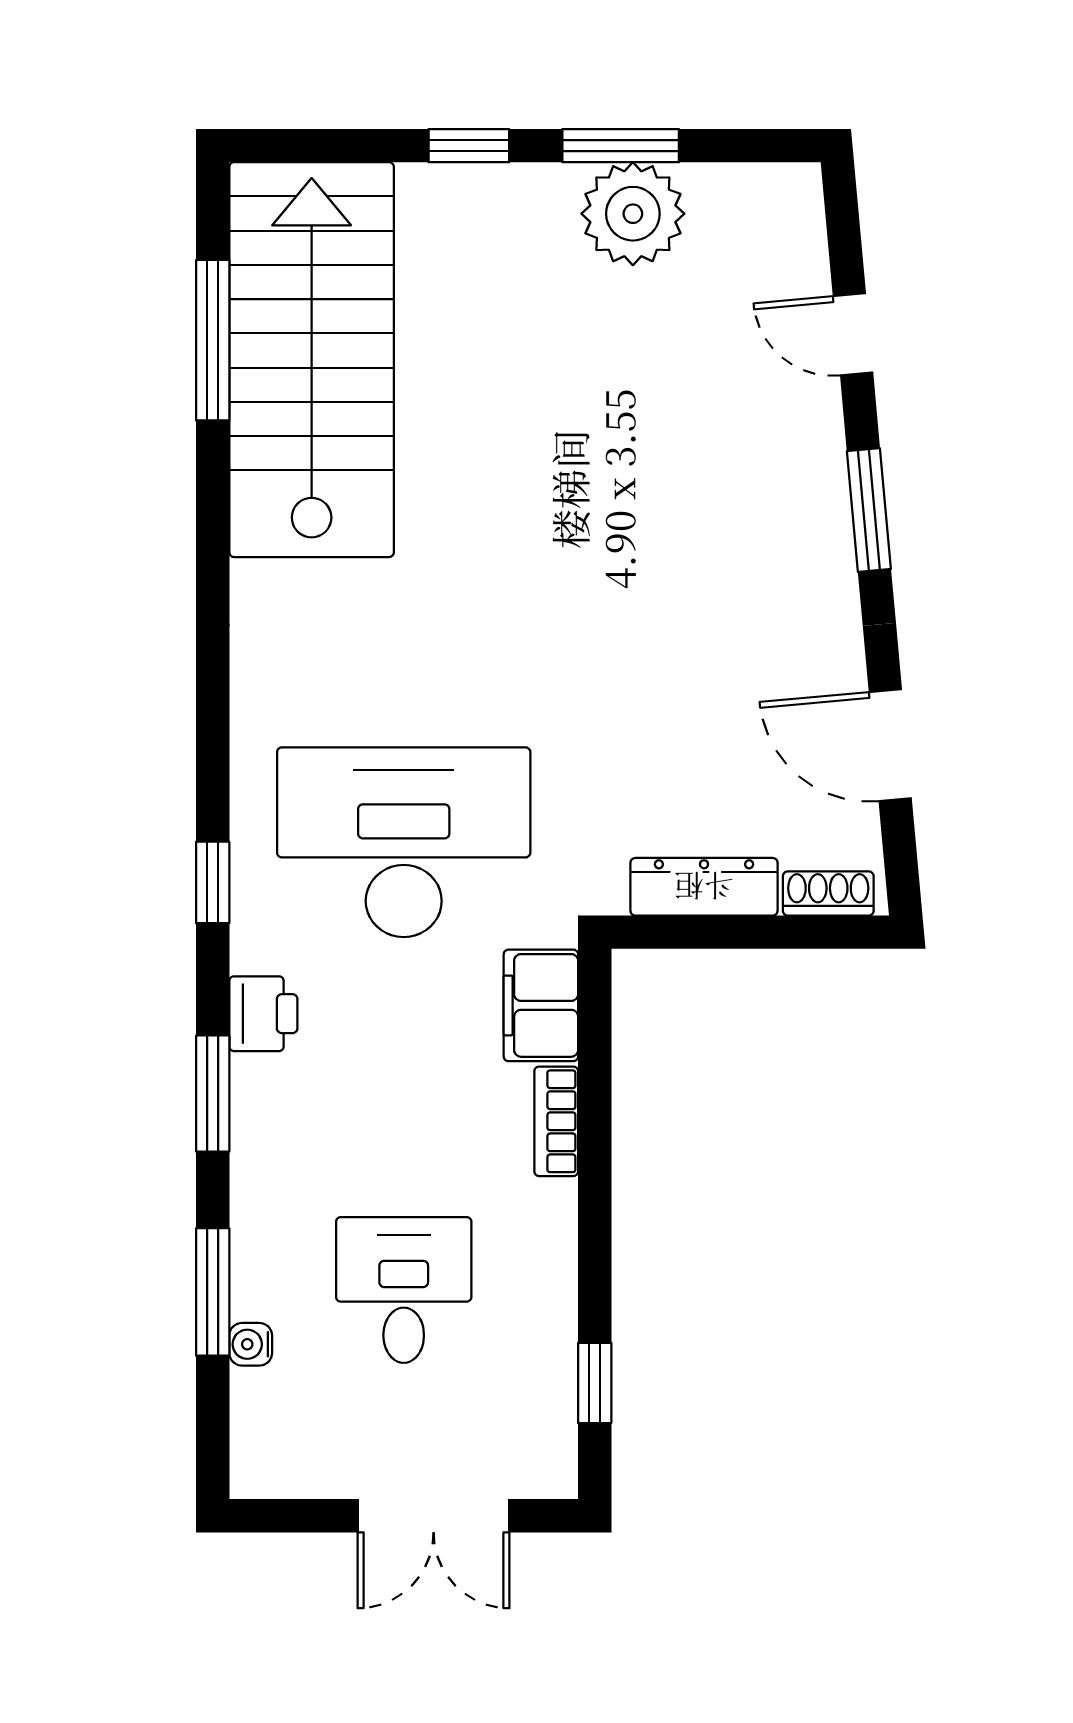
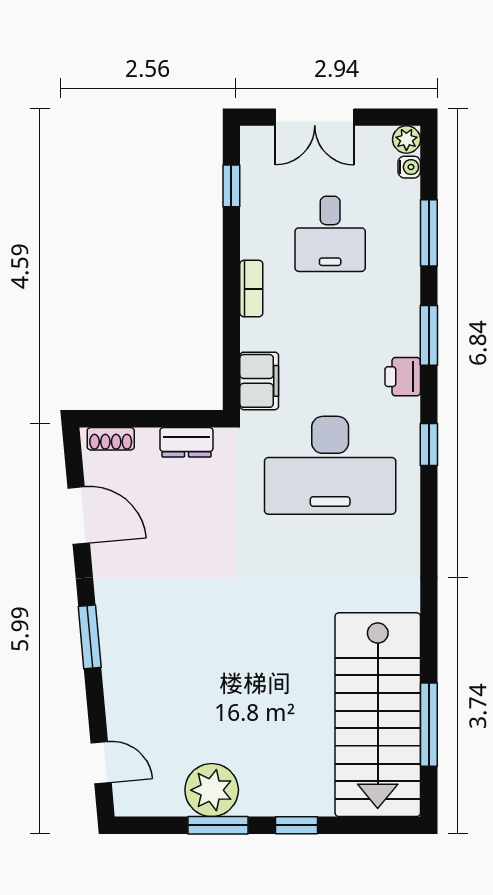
door: (853, 334) -> (101, 763), moved
dresser: (704, 887) -> (186, 442), width x0.70
bookcase: (556, 1121) -> (251, 289), moved
water cooler: (251, 1344) -> (409, 167), moved
plant: (256, 1473) -> (406, 140), added
double door: (434, 1516) -> (315, 117), swing flipped

